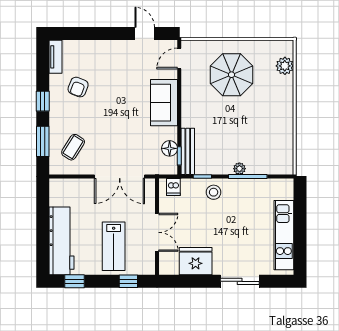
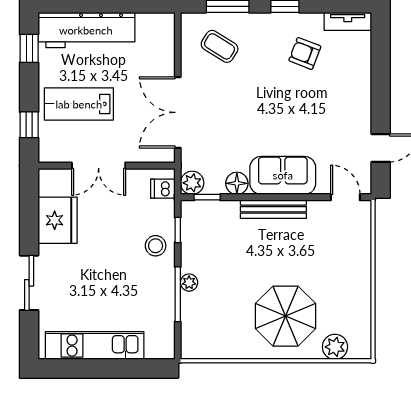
parasol: (232, 75) -> (285, 316), moved
floor lamp: (170, 148) -> (237, 183), moved
bench: (188, 151) -> (273, 209), moved
plant: (169, 166) -> (192, 183), added

